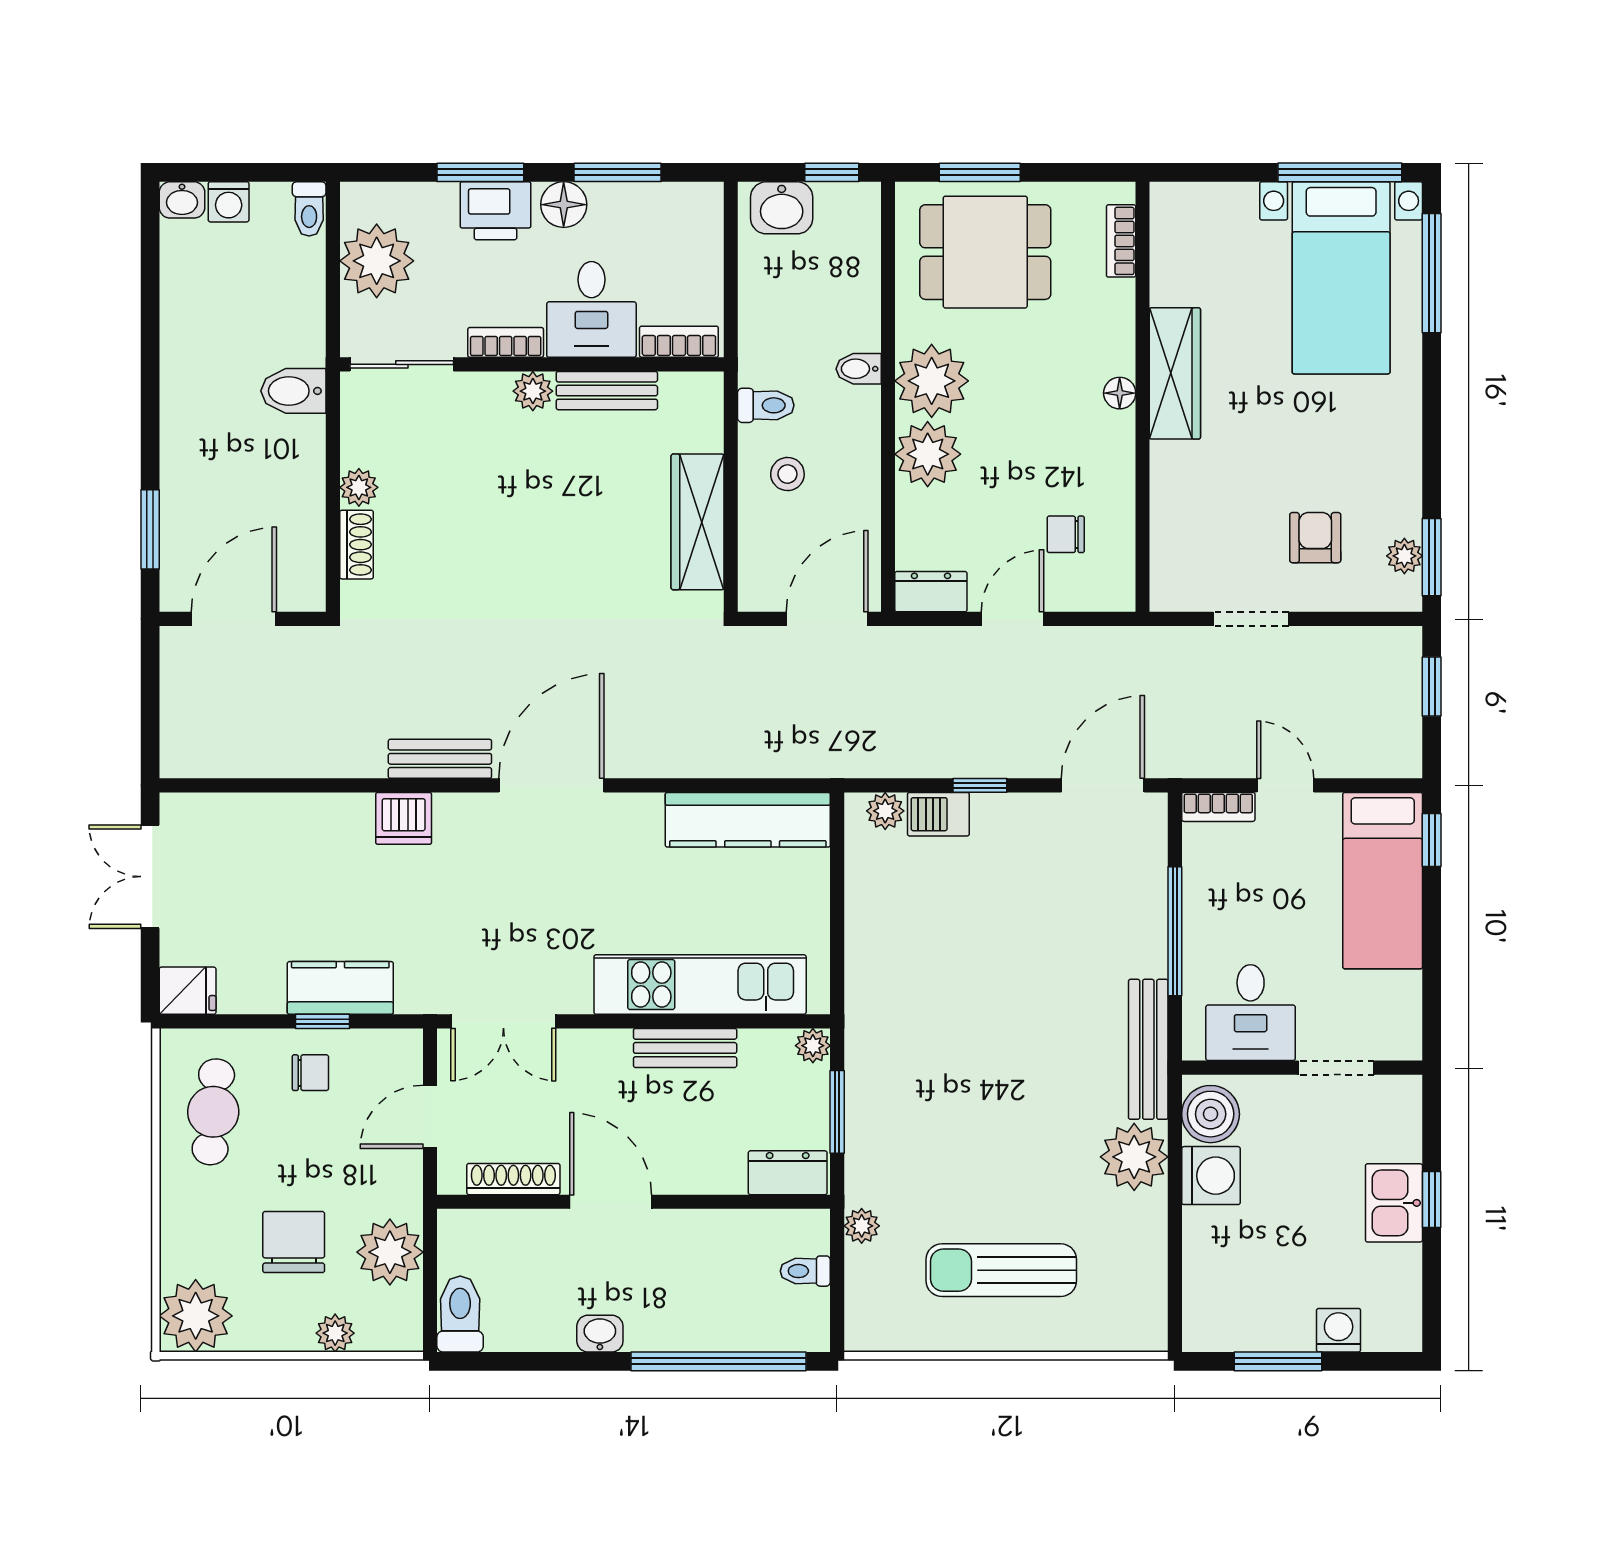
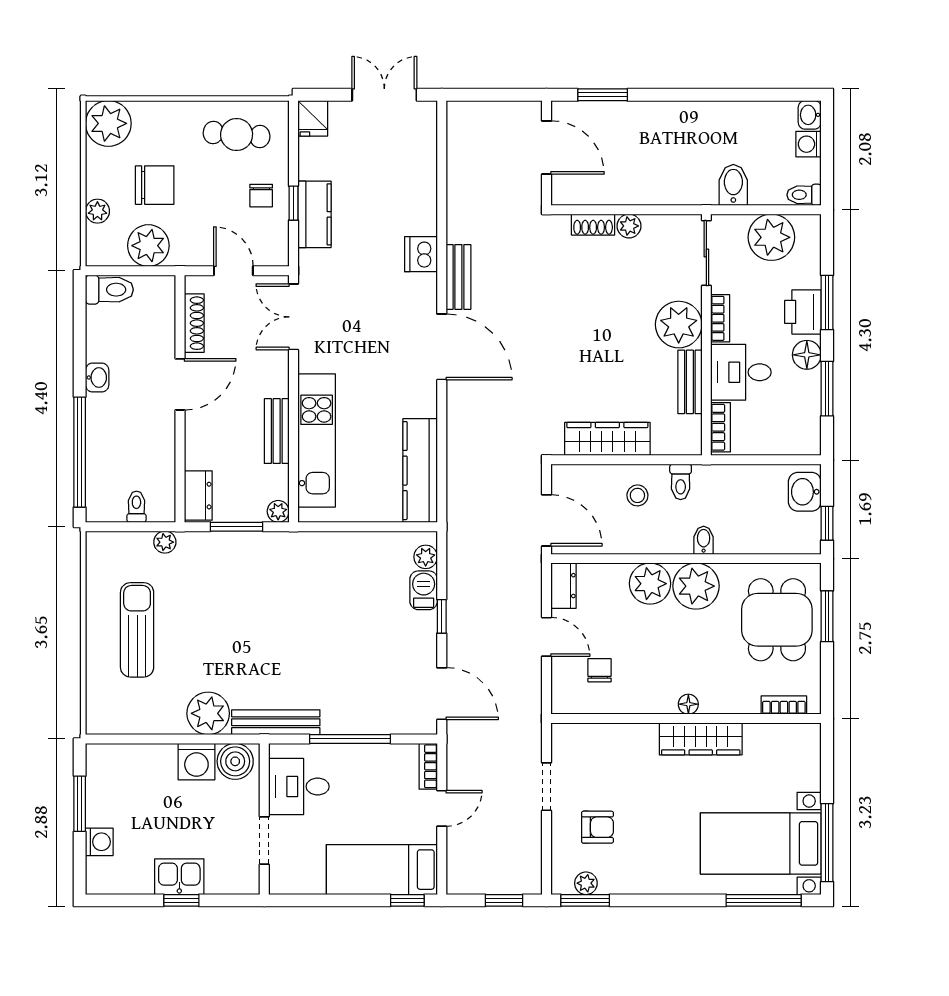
bidet: (293, 391) -> (733, 185), moved
plant: (533, 391) -> (679, 325), width x1.87, depth x1.87

